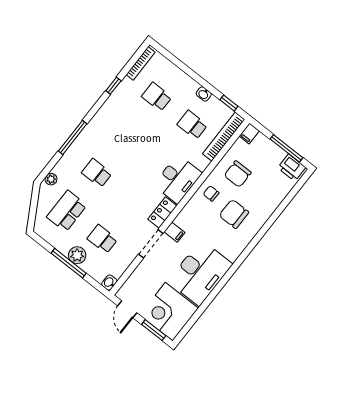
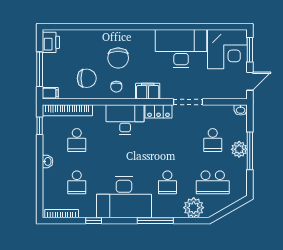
washbasin: (204, 94) -> (47, 161), moved
desk: (113, 127) -> (124, 197), added
window: (286, 148) -> (40, 69), moved
plant: (51, 179) -> (194, 208), width x1.87, depth x1.87
filing cabinet: (174, 232) -> (148, 91), moved, width x2.00

